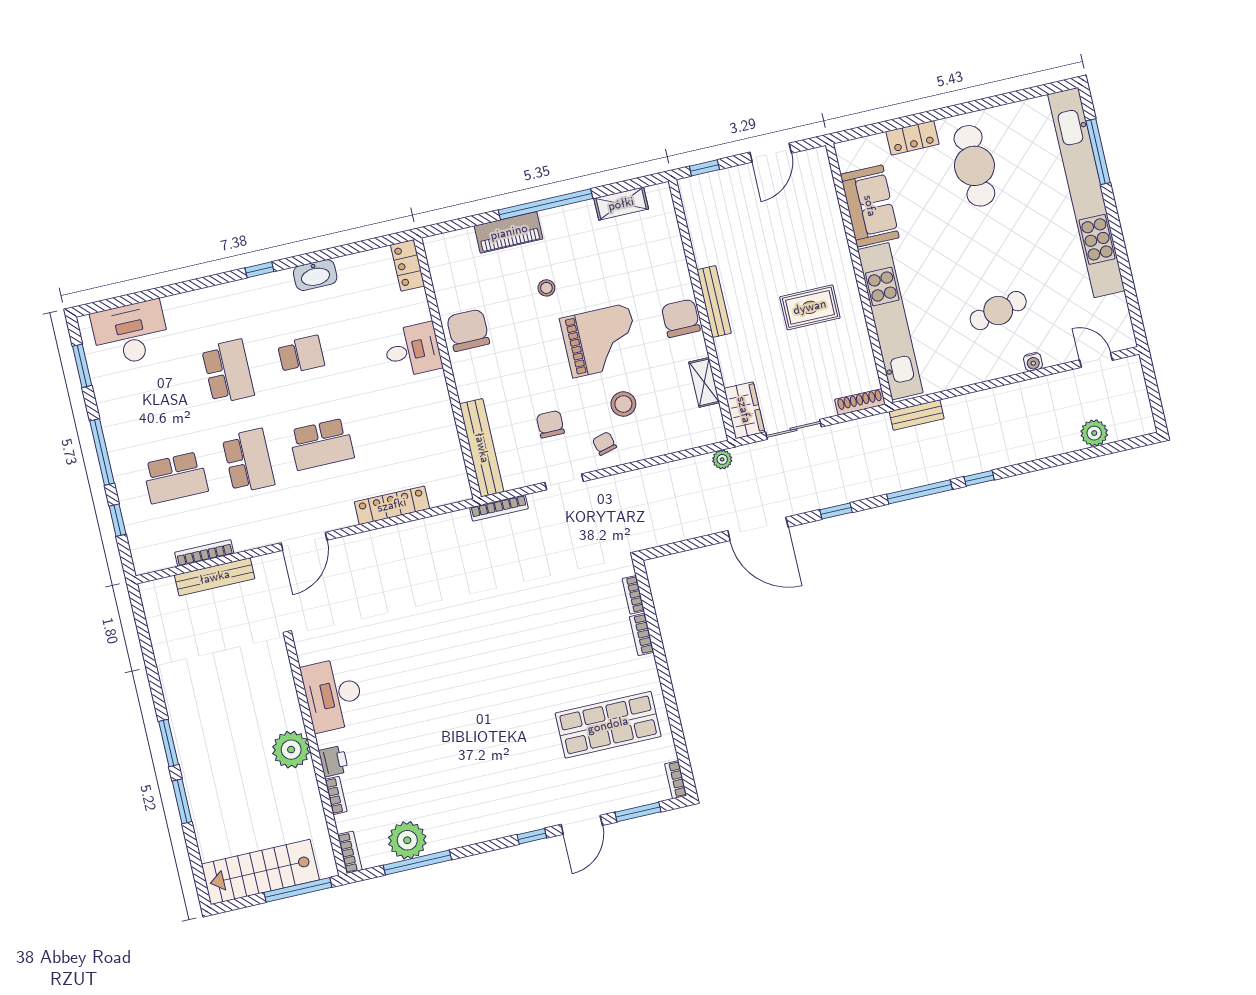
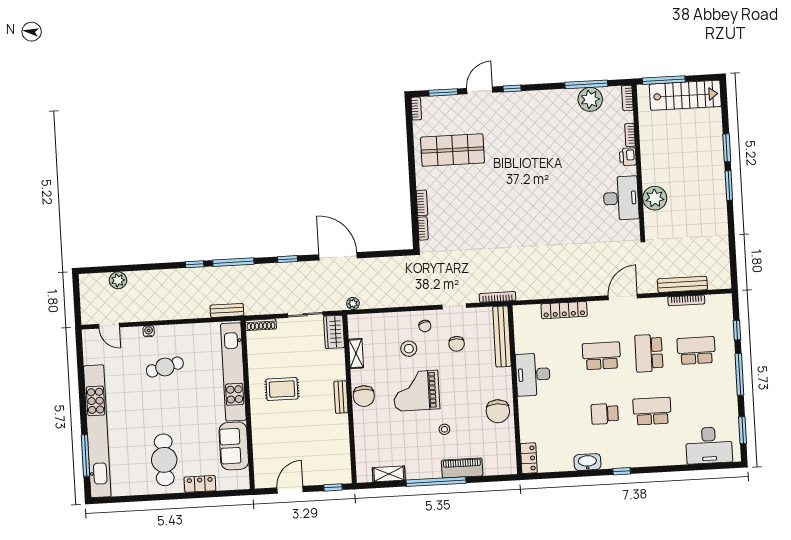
bench: (714, 302) -> (341, 397), width x0.73
desk: (413, 350) -> (533, 374), moved, width x1.37
school desk: (228, 371) -> (652, 411), turned 90
plant: (291, 750) -> (655, 198), moved

